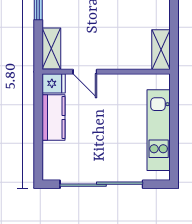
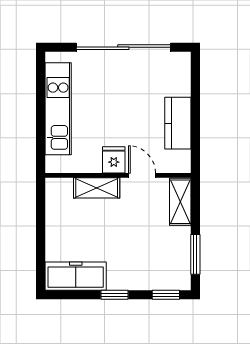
shelving: (161, 50) -> (97, 188), moved, turned 90
fridge: (54, 83) -> (114, 160), moved, turned 90

